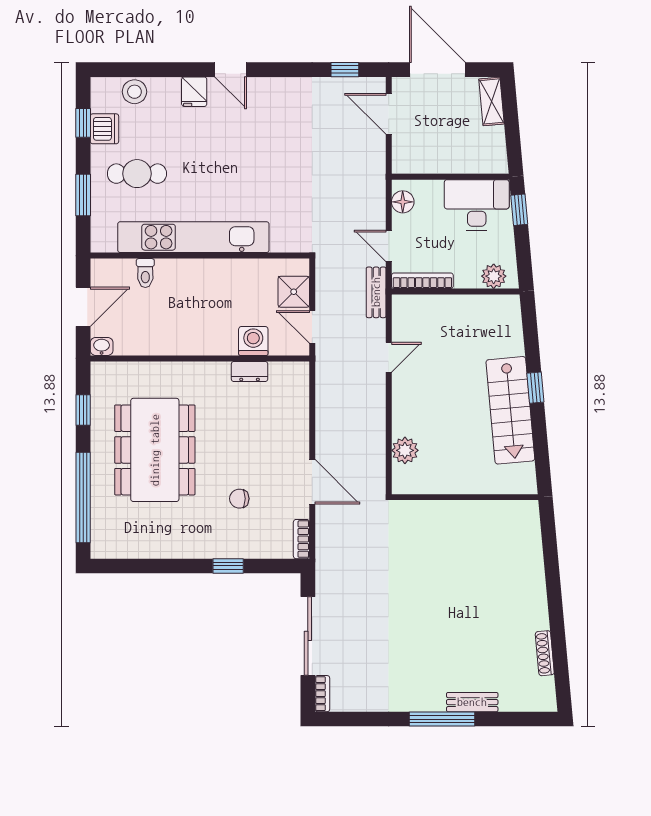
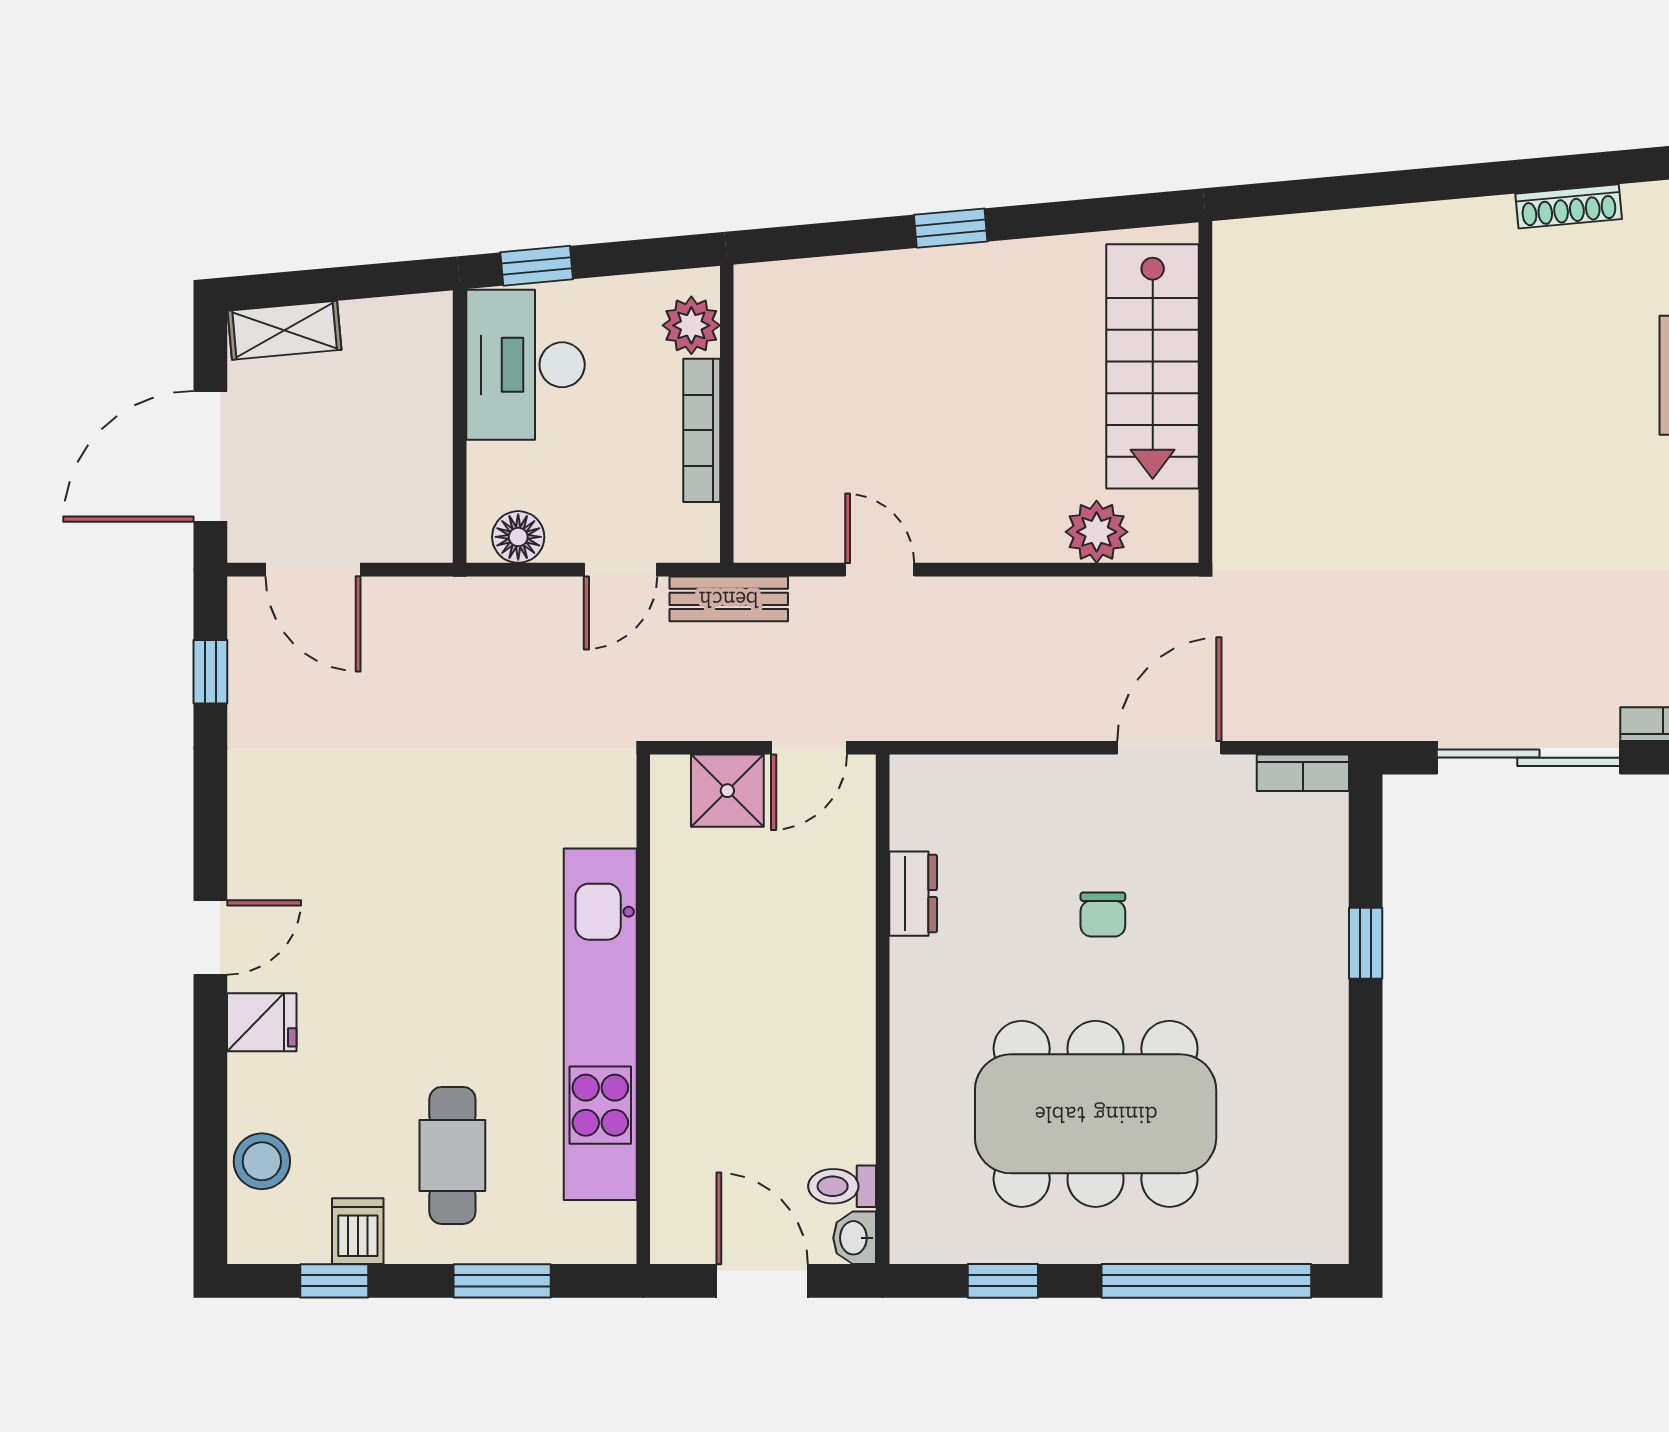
door: (389, 114) -> (313, 570), hinge flipped
dishwasher: (104, 129) -> (358, 1231), width x0.73
toilet: (145, 273) -> (842, 1186), moved, turned 180
bookcase: (422, 281) -> (702, 430), moved
washing machine: (253, 341) -> (842, 885), removed
stairs: (510, 410) -> (1153, 366), moved, turned 95
chair: (239, 499) -> (1103, 915), moved

